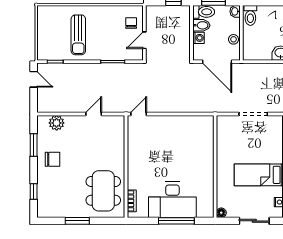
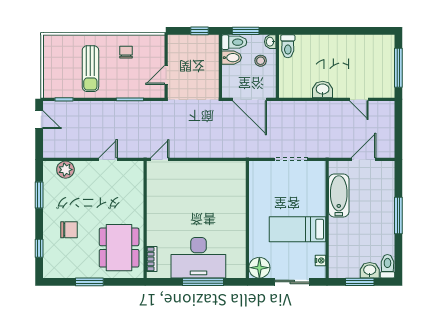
chair: (131, 23) -> (126, 52), moved
washing machine: (198, 38) -> (228, 72), removed
stool: (234, 39) -> (261, 61), moved
chair: (52, 159) -> (69, 230), moved
floor lamp: (221, 213) -> (259, 268), width x1.89, depth x1.89

